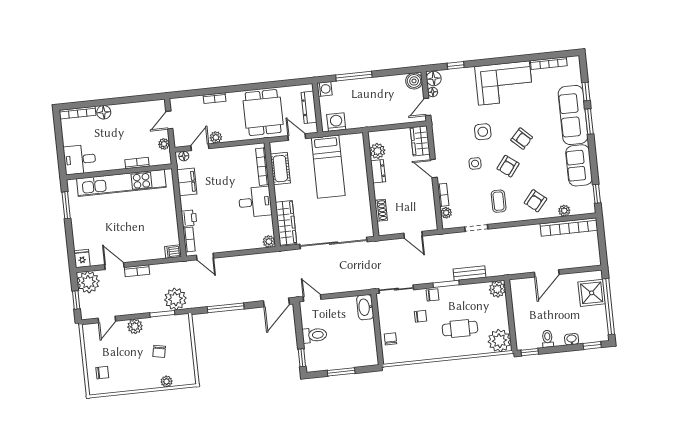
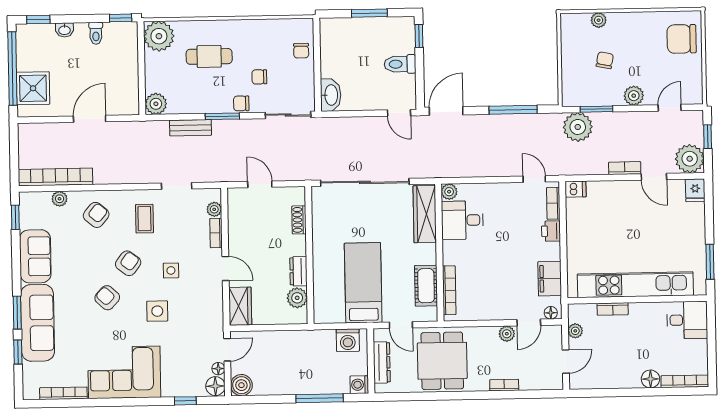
desk: (255, 202) -> (462, 220), moved
chair: (102, 373) -> (682, 39), width x1.87, depth x1.87

